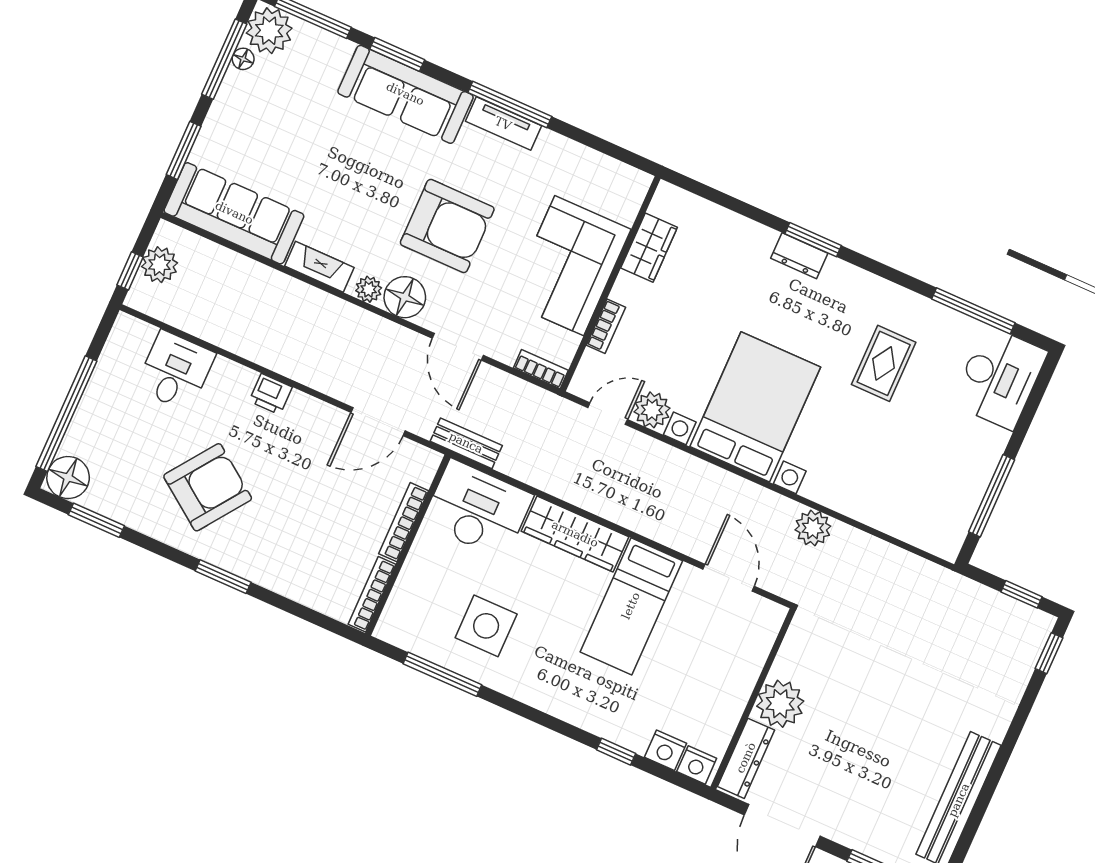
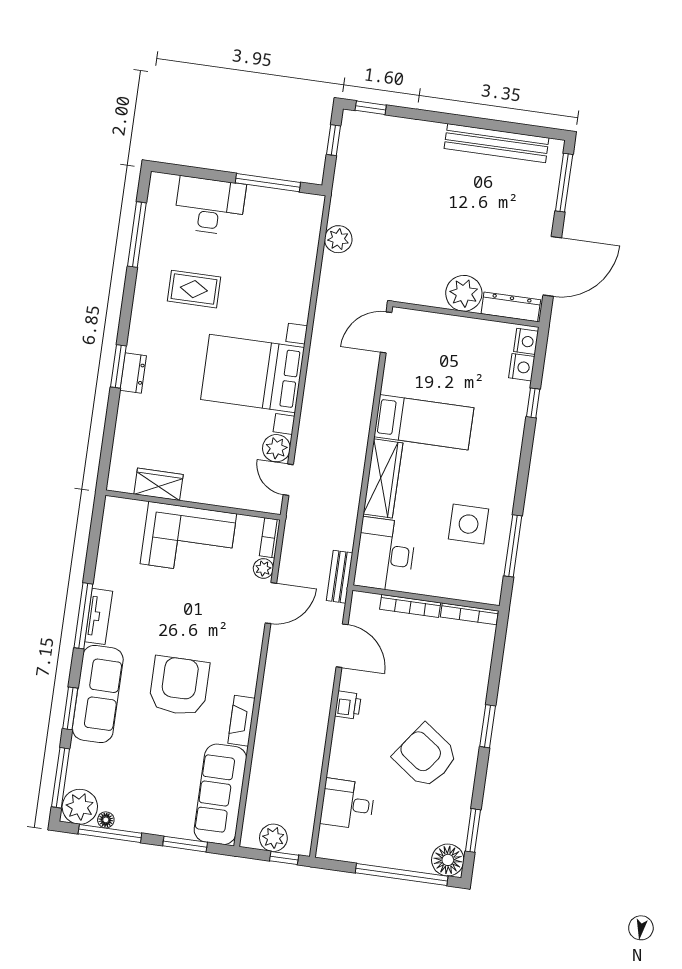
armchair: (447, 226) -> (179, 686), moved
plant: (369, 289) -> (263, 568), moved
floor lamp: (405, 297) -> (246, 652), removed
bookcase: (606, 326) -> (225, 499), removed
desk: (999, 378) -> (210, 206), moved
printer: (271, 394) -> (348, 705), moved
plant: (813, 528) -> (338, 239), moved
door: (729, 578) -> (386, 332), moved

